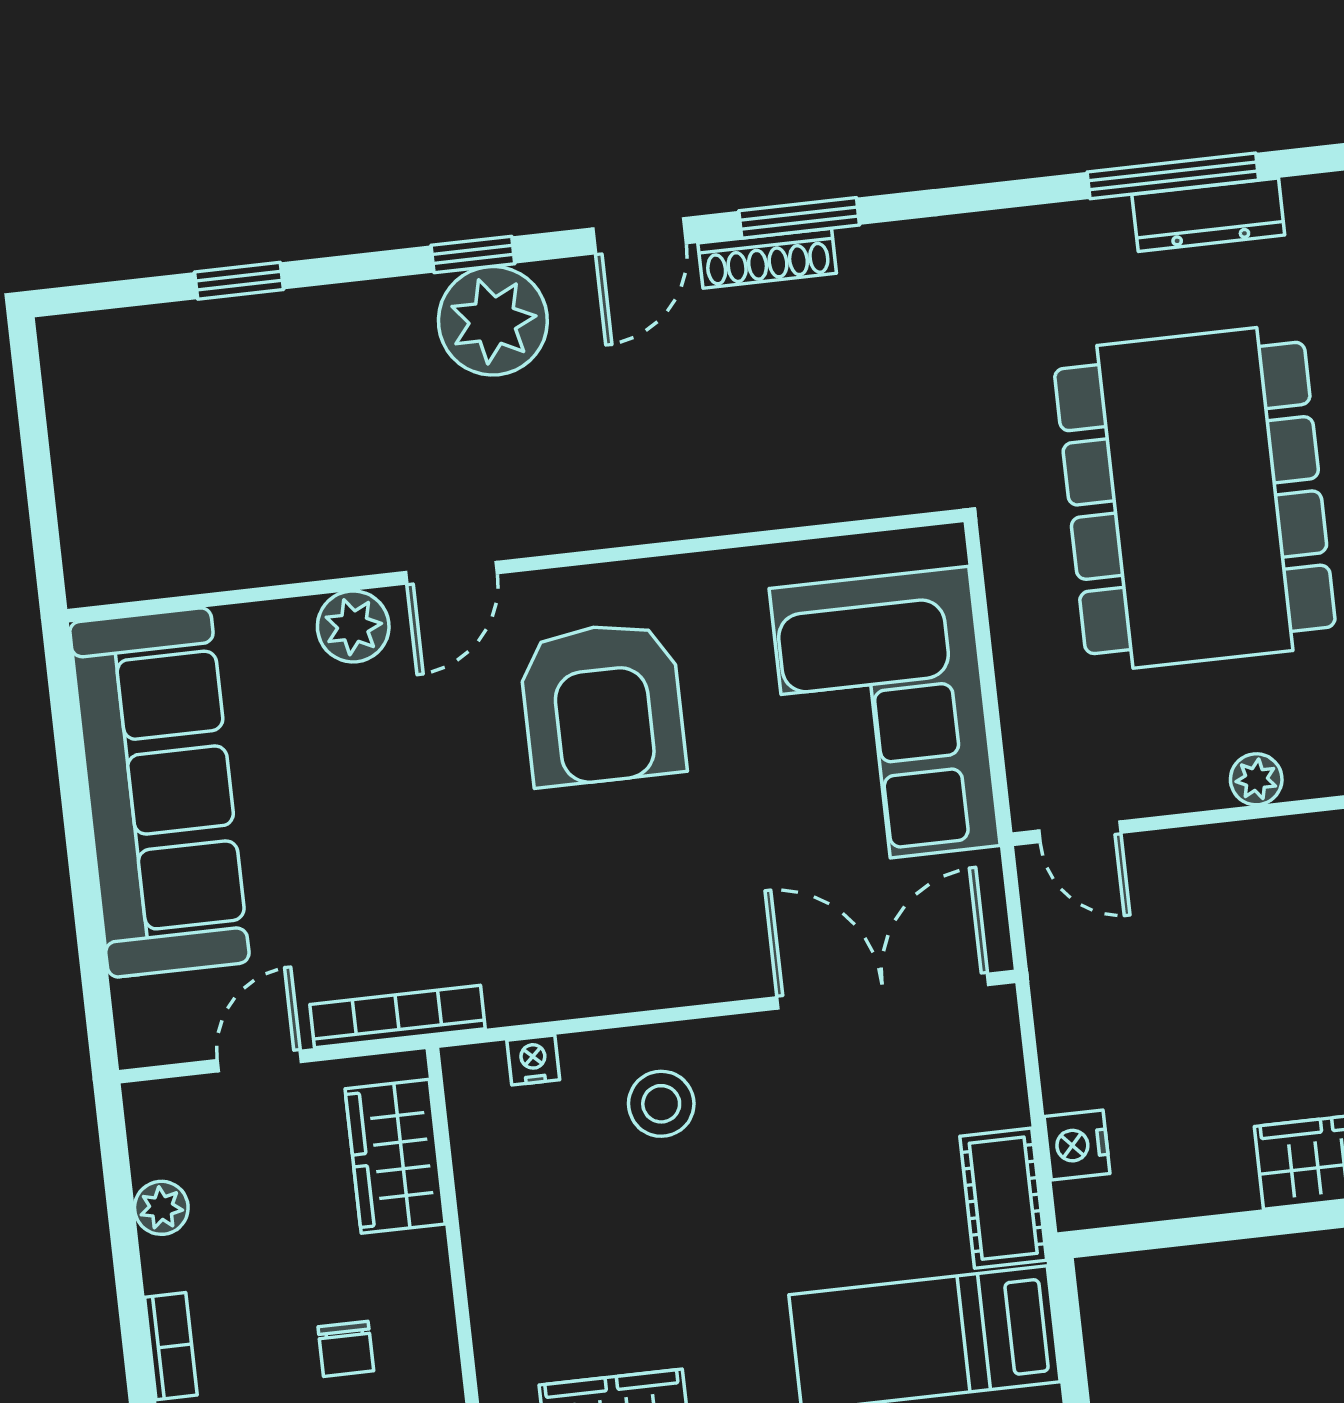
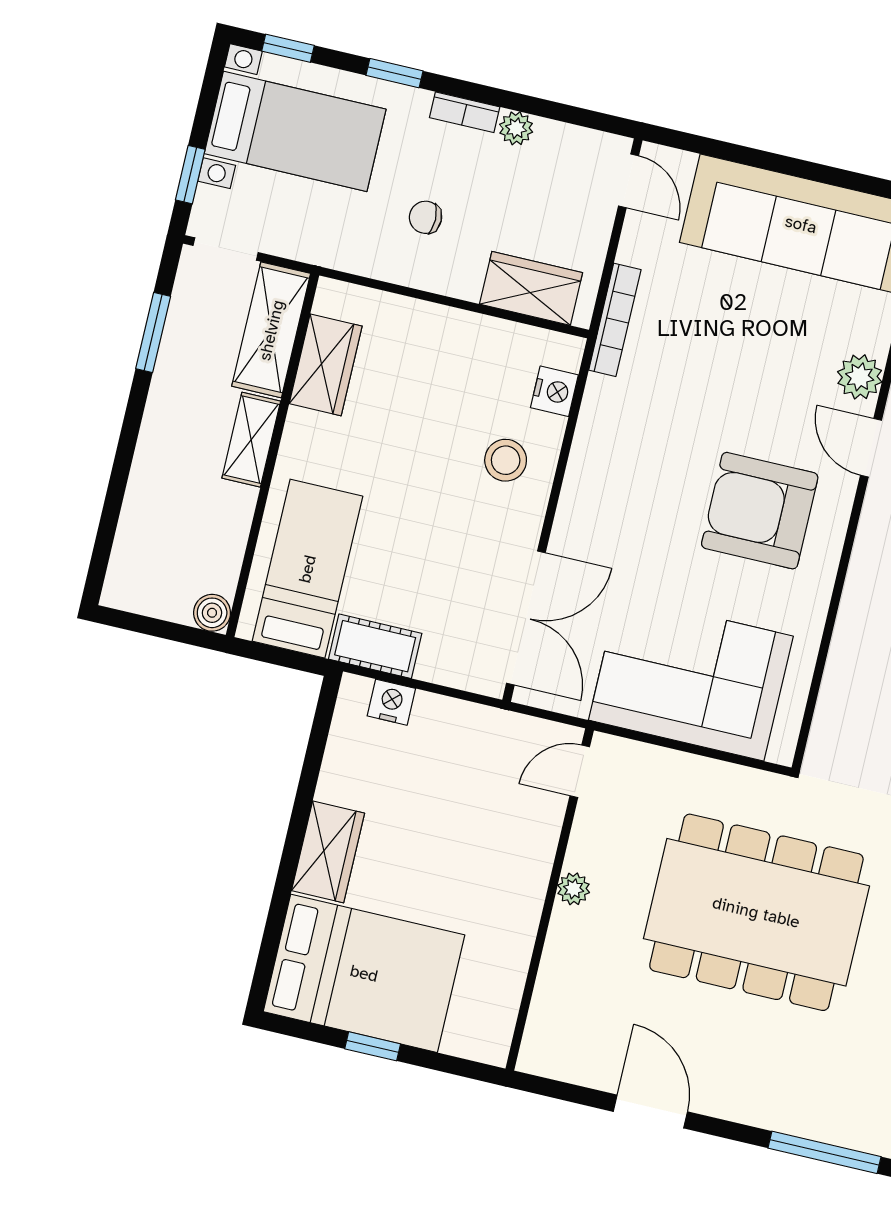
nightstand: (533, 1060) -> (554, 391), width x1.39, depth x1.35
door: (259, 1061) -> (628, 181), moved
plant: (161, 1208) -> (516, 128), moved

